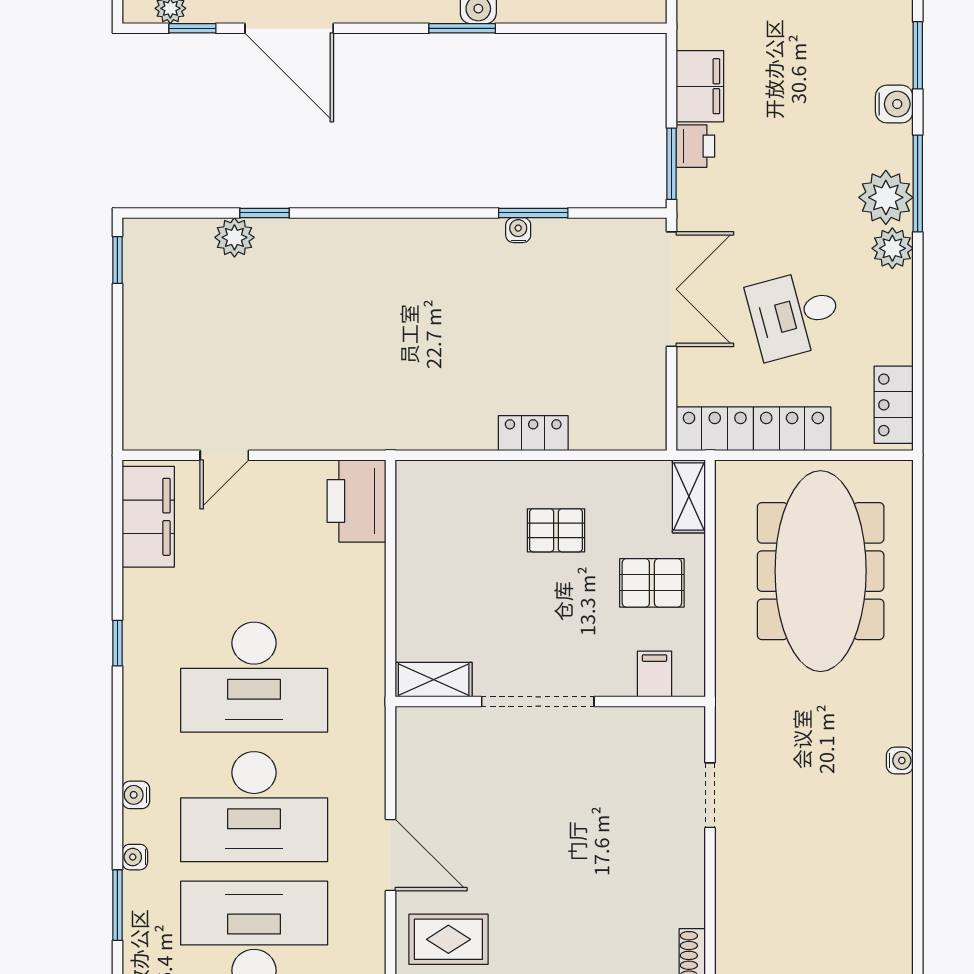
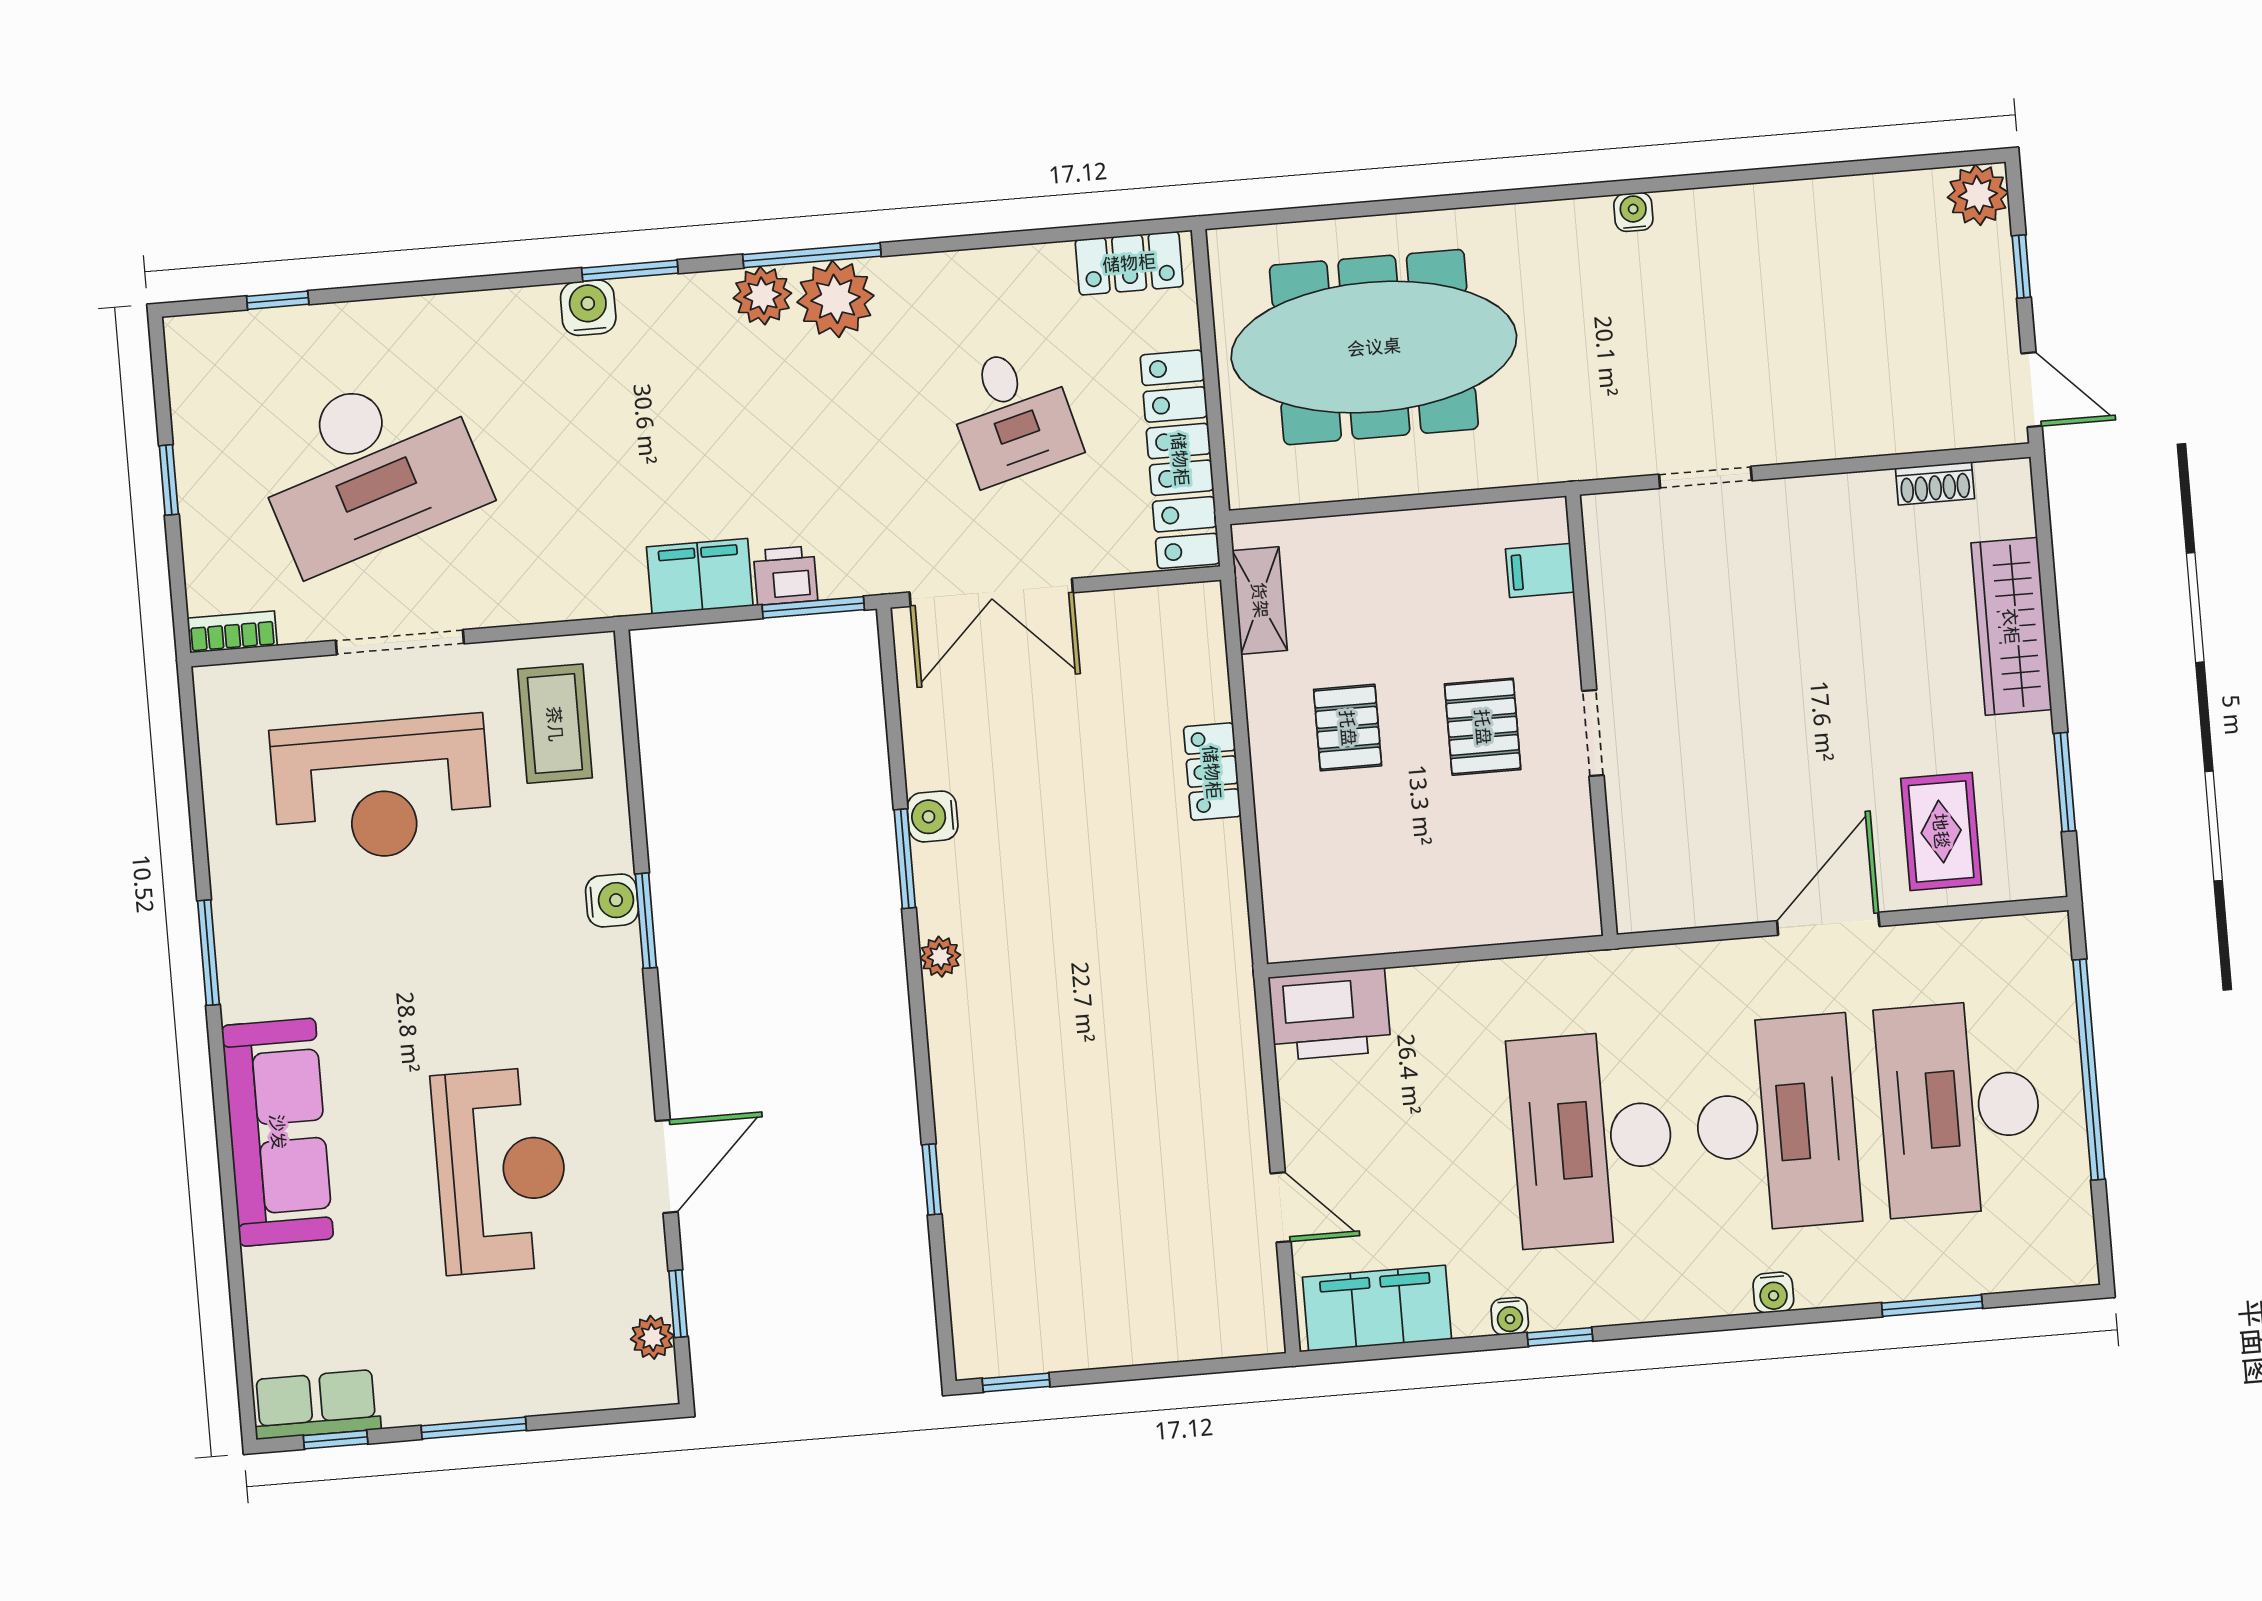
door: (289, 28) -> (667, 1166), width x0.73
water cooler: (894, 104) -> (588, 308), moved
window: (533, 213) -> (905, 859), moved
water cooler: (518, 230) -> (933, 816), width x1.38, depth x1.38
plant: (234, 237) -> (940, 957), moved, width x0.73, depth x0.73
plant: (892, 248) -> (762, 296), moved
double door: (671, 289) -> (991, 592), swing flipped
shelving: (689, 496) -> (1260, 600), moved, turned 90
pallet: (652, 583) -> (1483, 727), moved
desk: (254, 677) -> (1592, 1139), turned 180
shelving: (434, 680) -> (1574, 884), removed
doorway: (538, 702) -> (1593, 733), width x0.53
water cooler: (135, 857) -> (1510, 1316), moved

